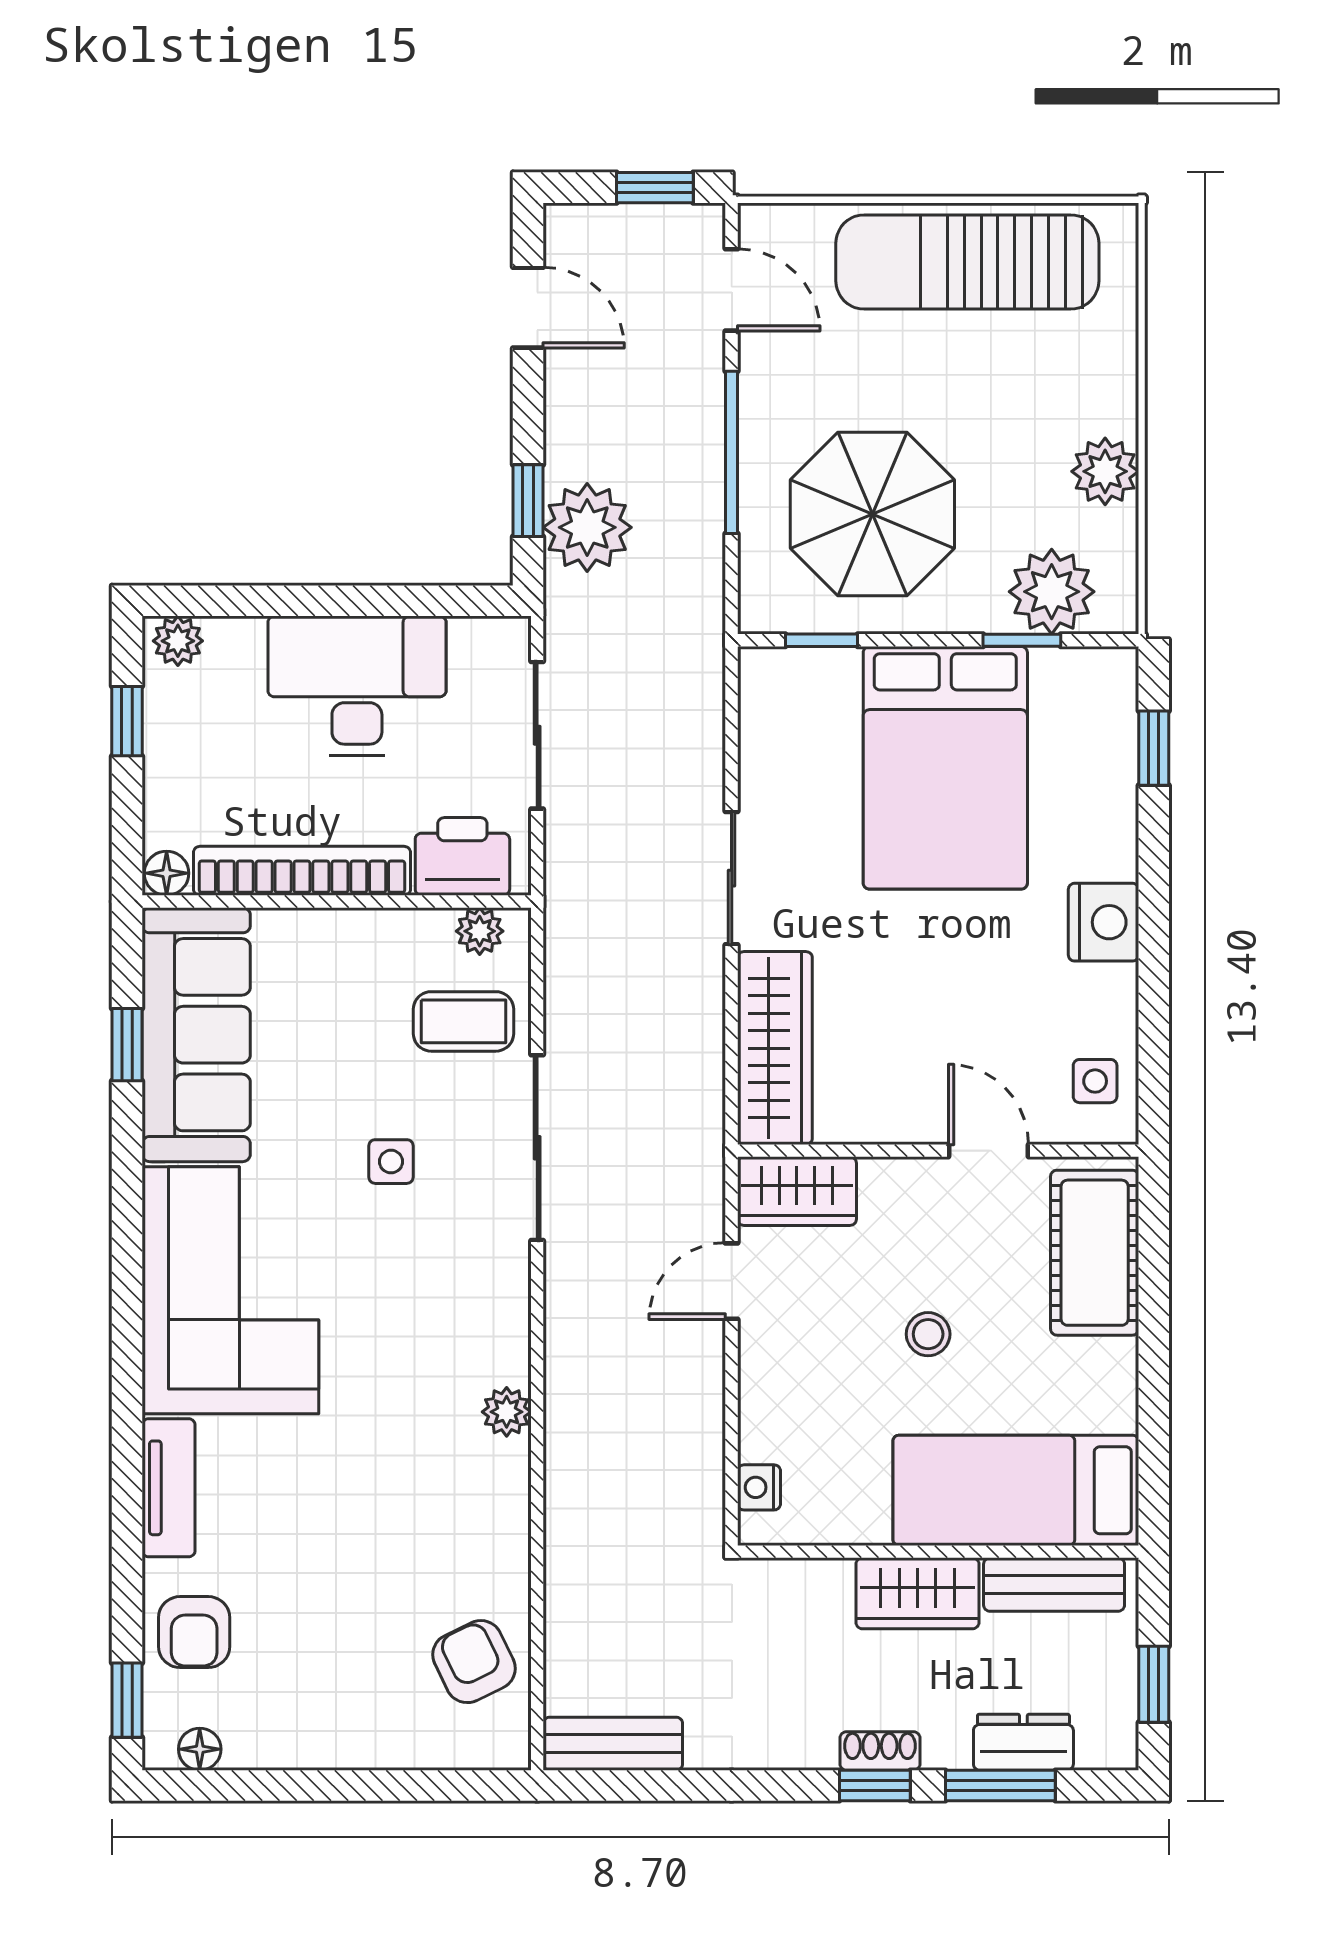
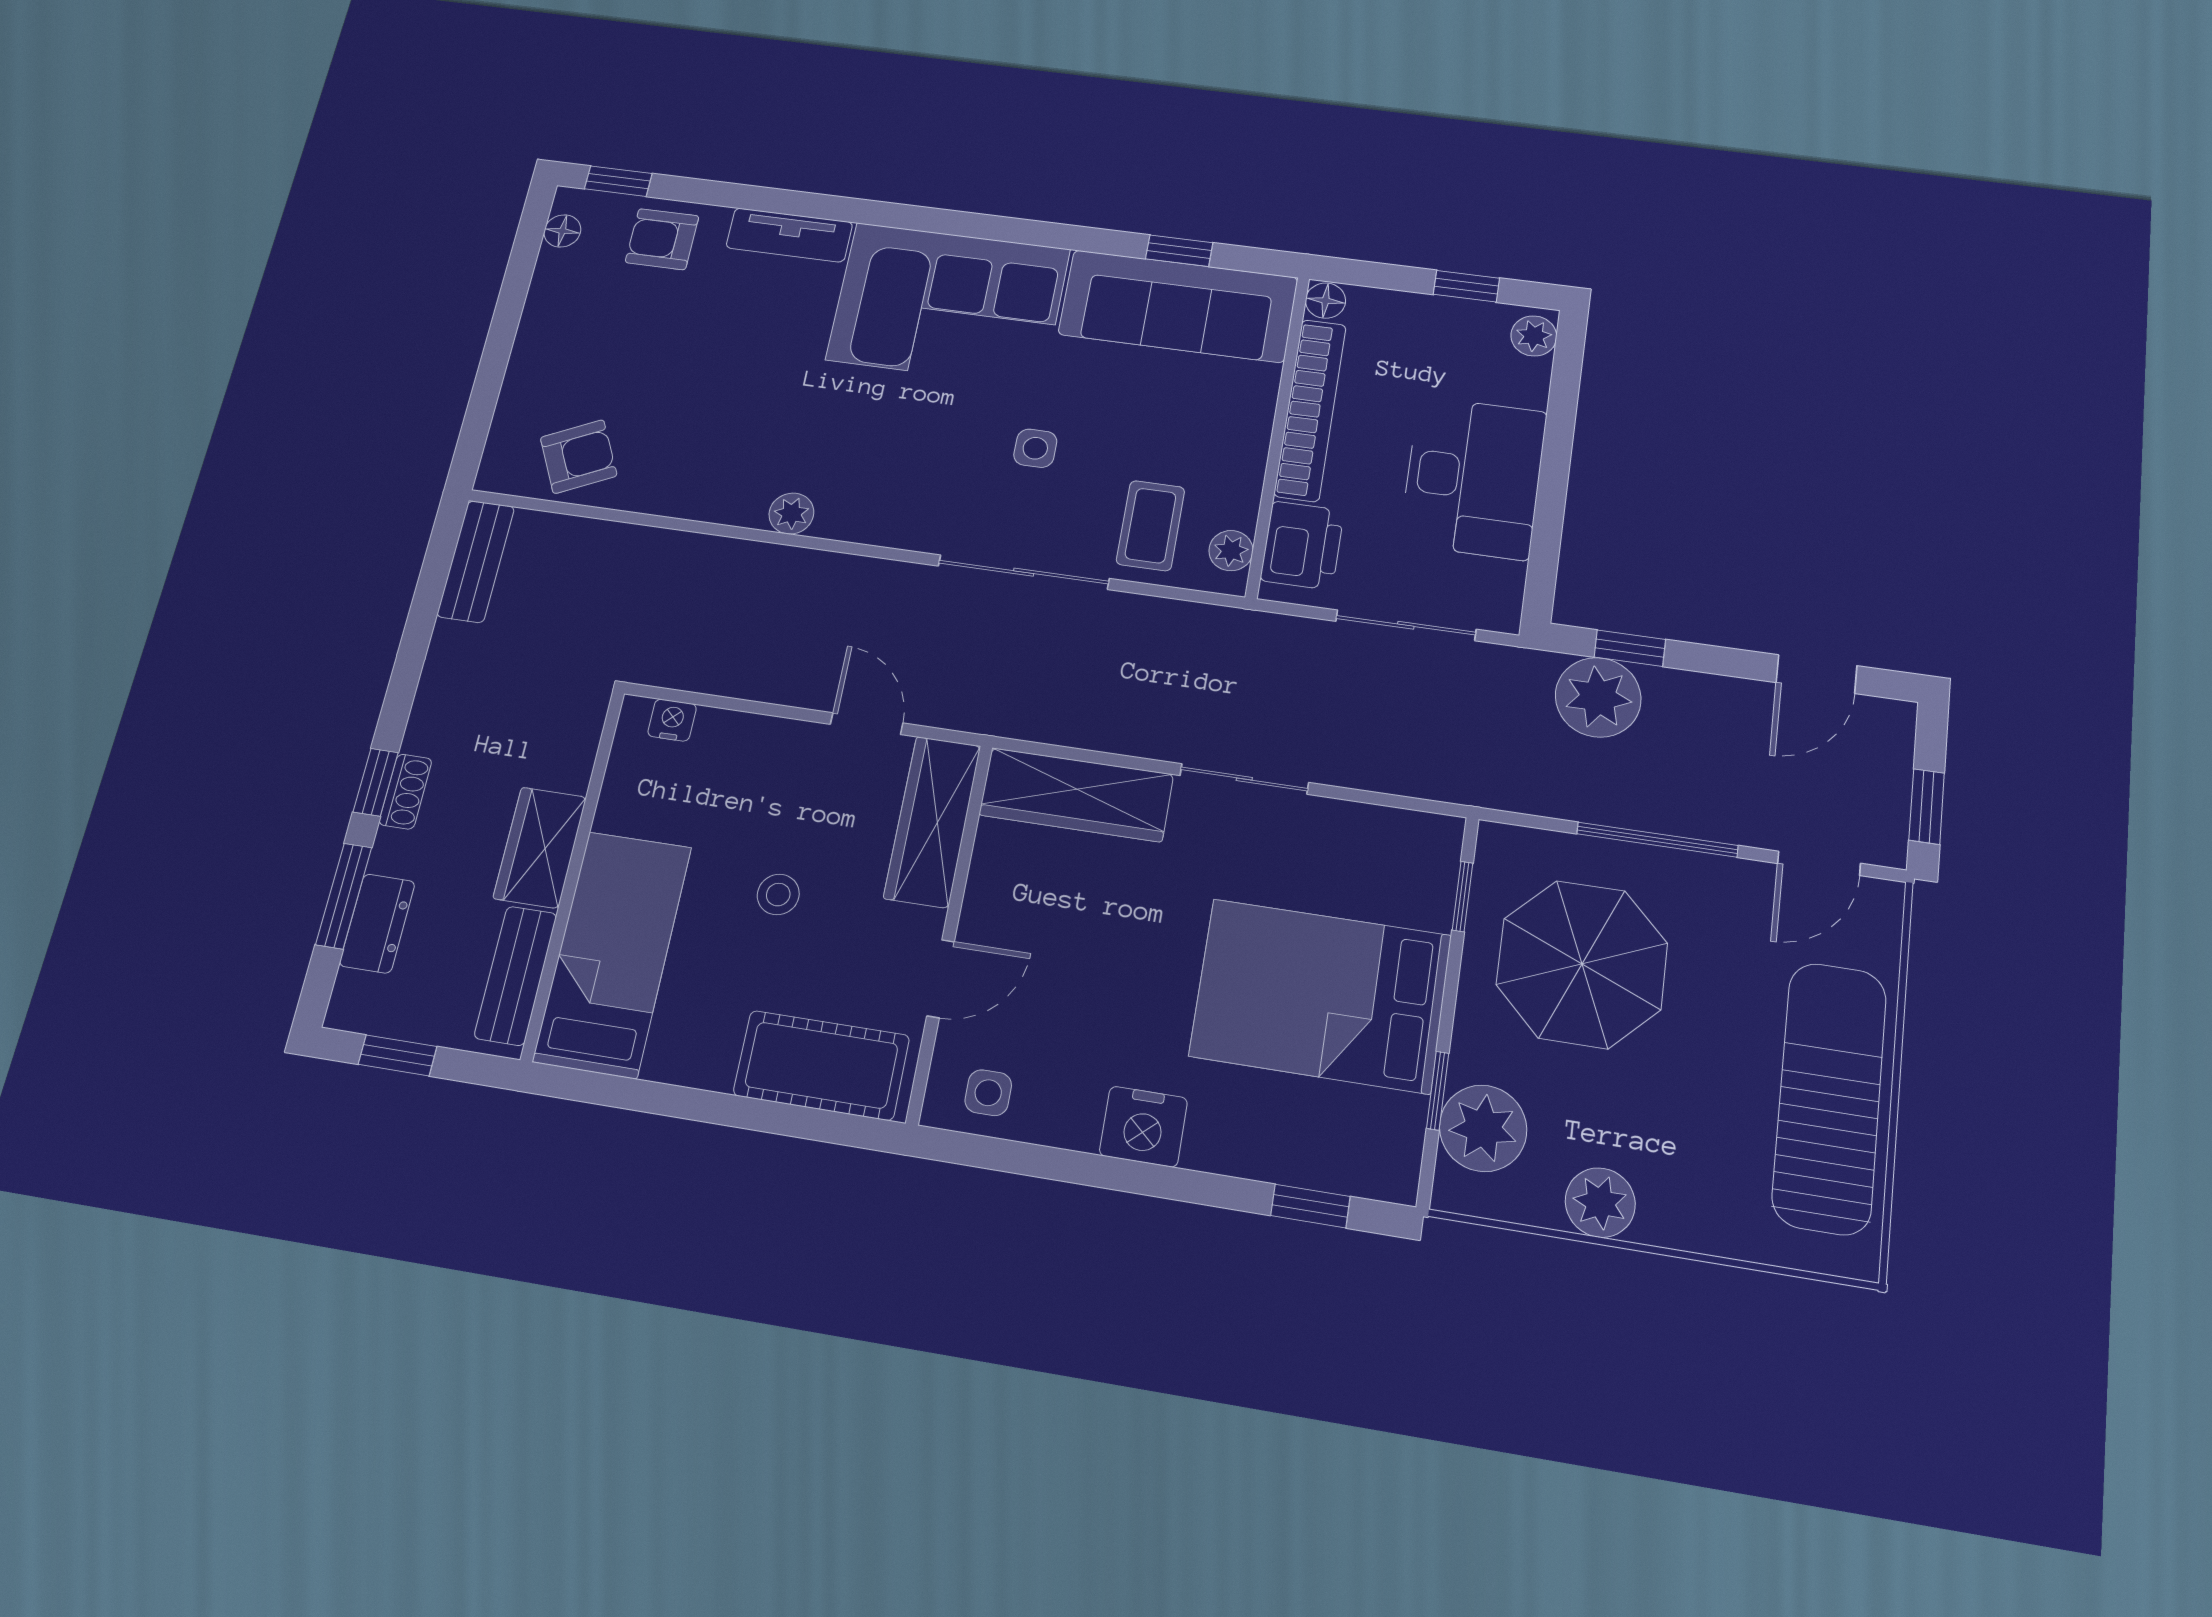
wardrobe: (797, 1191) -> (932, 822), width x1.50

